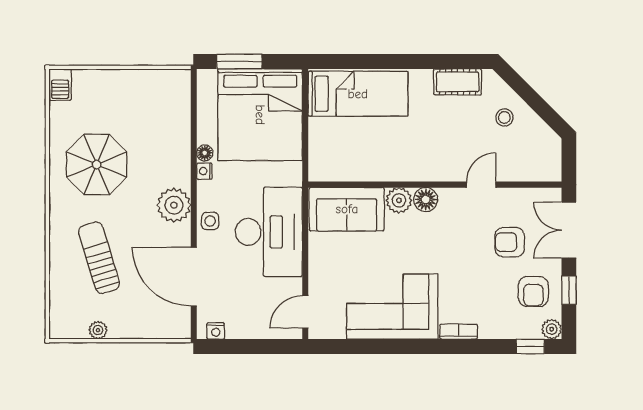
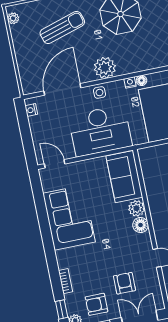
plant: (98, 330) -> (13, 18), moved
bookcase: (459, 332) -> (66, 281), moved

